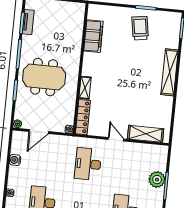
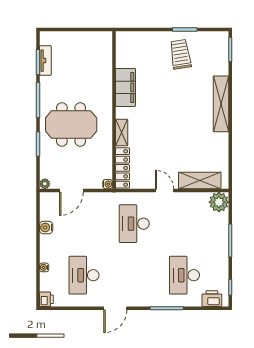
filing cabinet: (93, 36) -> (125, 87), moved
plant: (157, 180) -> (219, 202), moved

